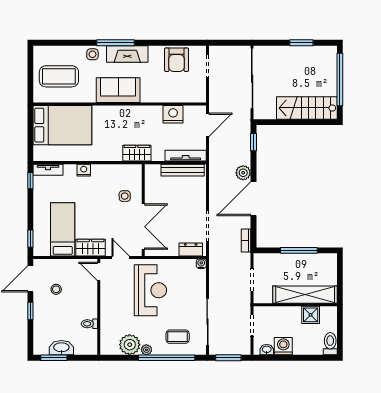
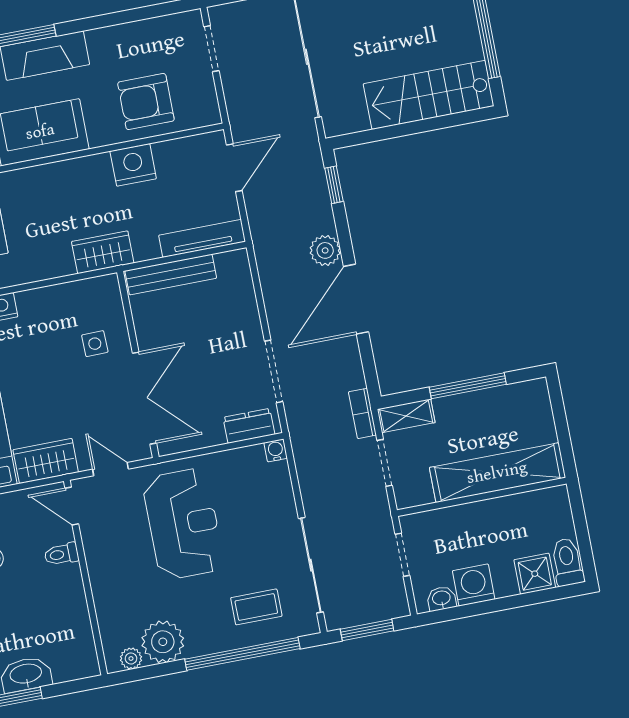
armchair: (177, 60) -> (146, 102), moved, turned 90
nightstand: (173, 114) -> (133, 165), moved
bench: (183, 170) -> (171, 275), moved
bookcase: (246, 240) -> (362, 413), moved
shelving: (267, 259) -> (406, 416), added
shower: (311, 315) -> (535, 574), moved
toilet: (89, 324) -> (61, 554), moved
plant: (146, 350) -> (131, 658), moved

